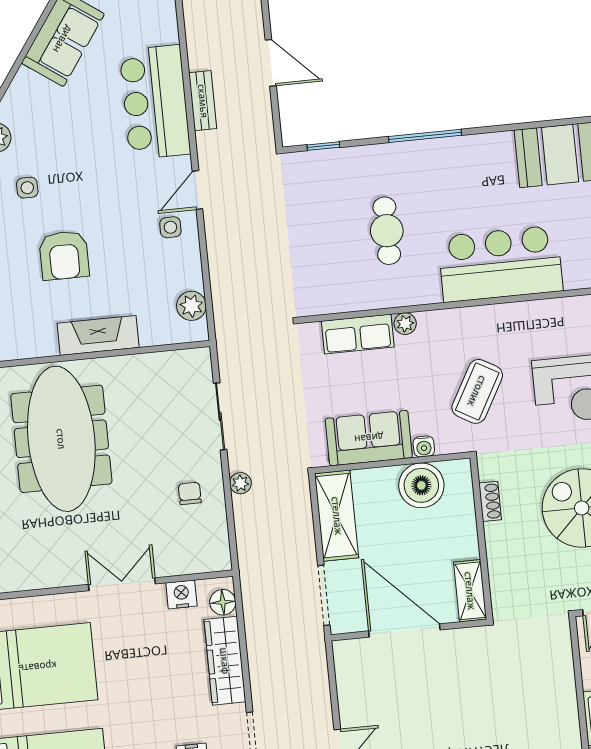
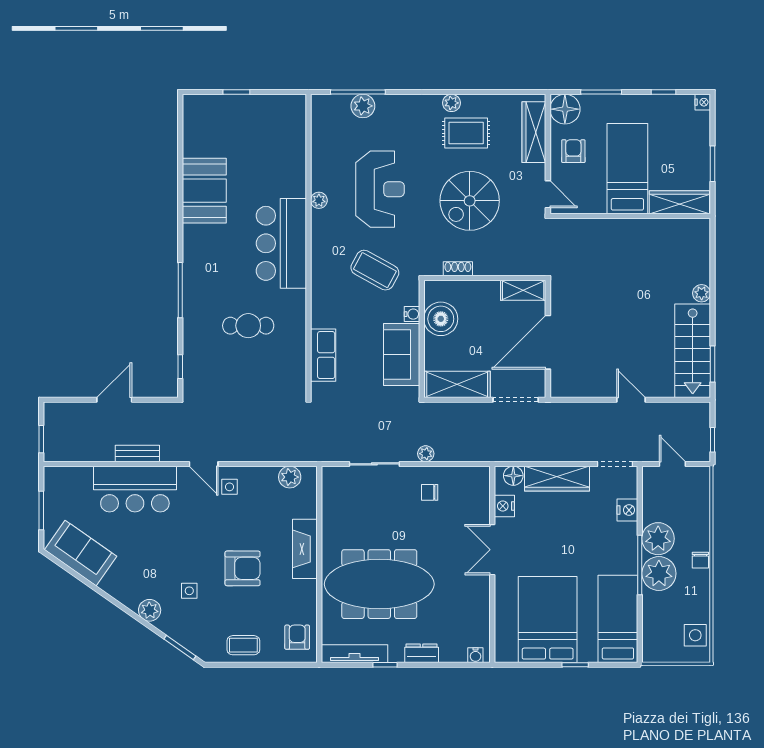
plant: (405, 324) -> (319, 200), moved

